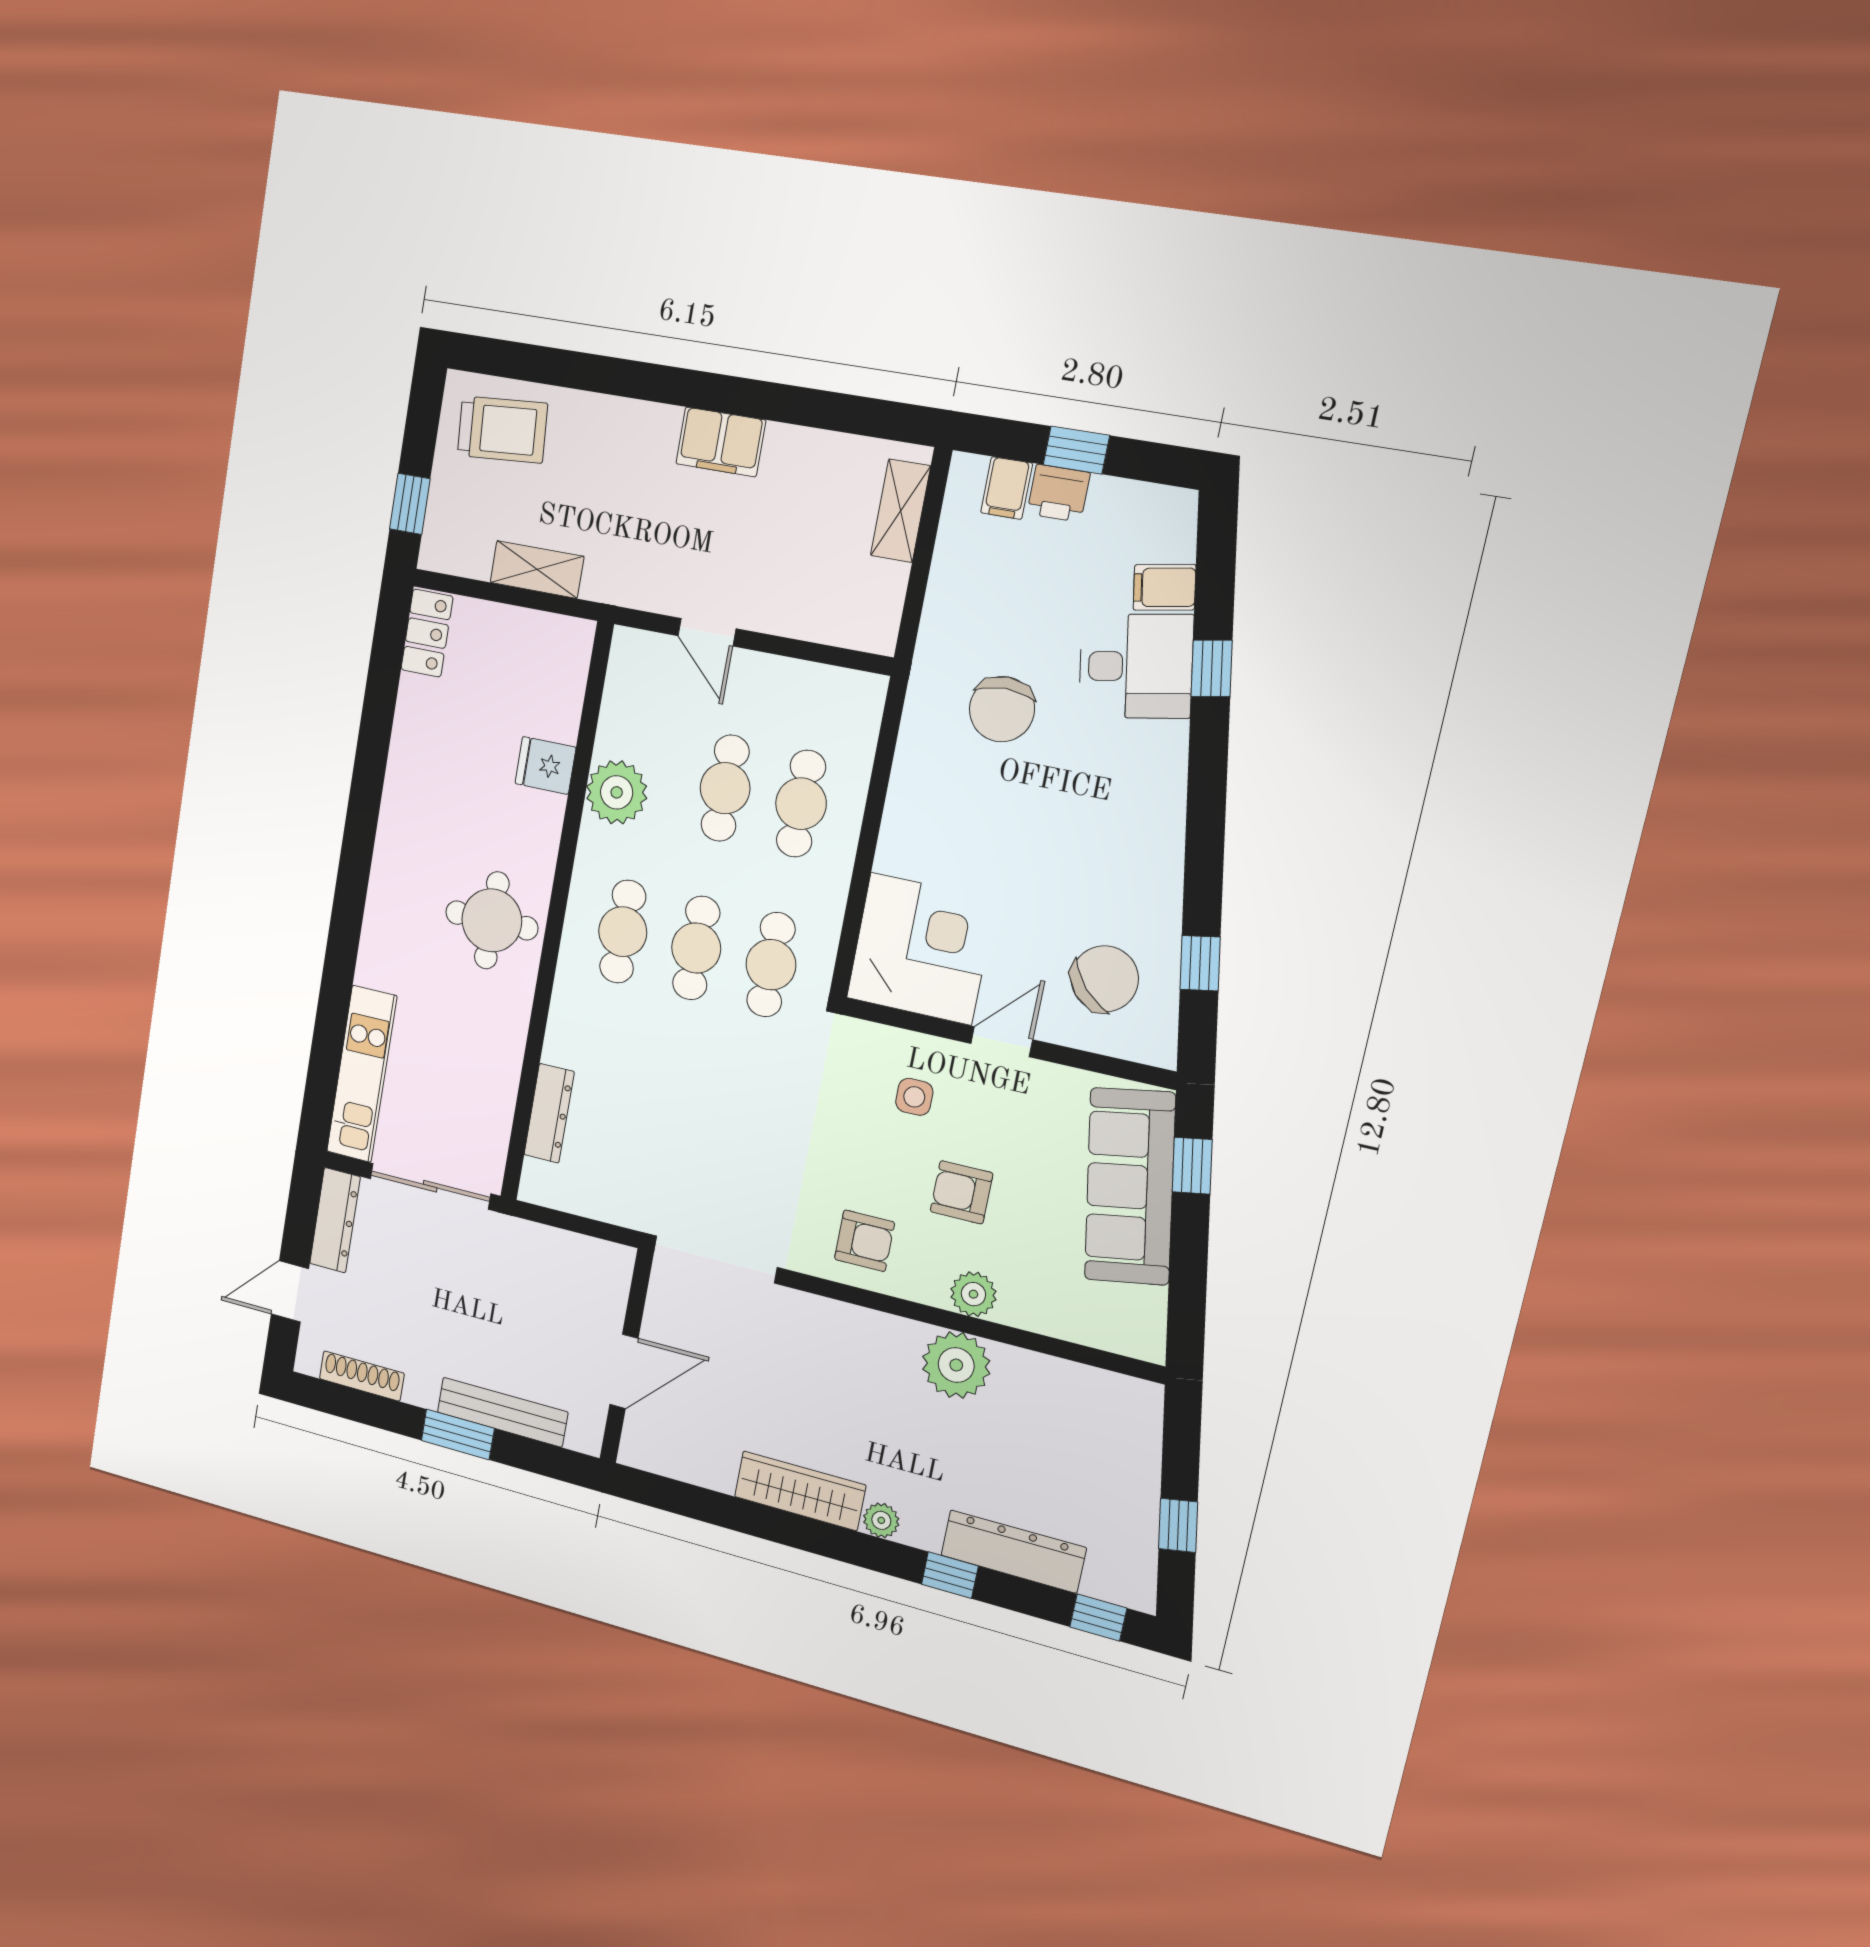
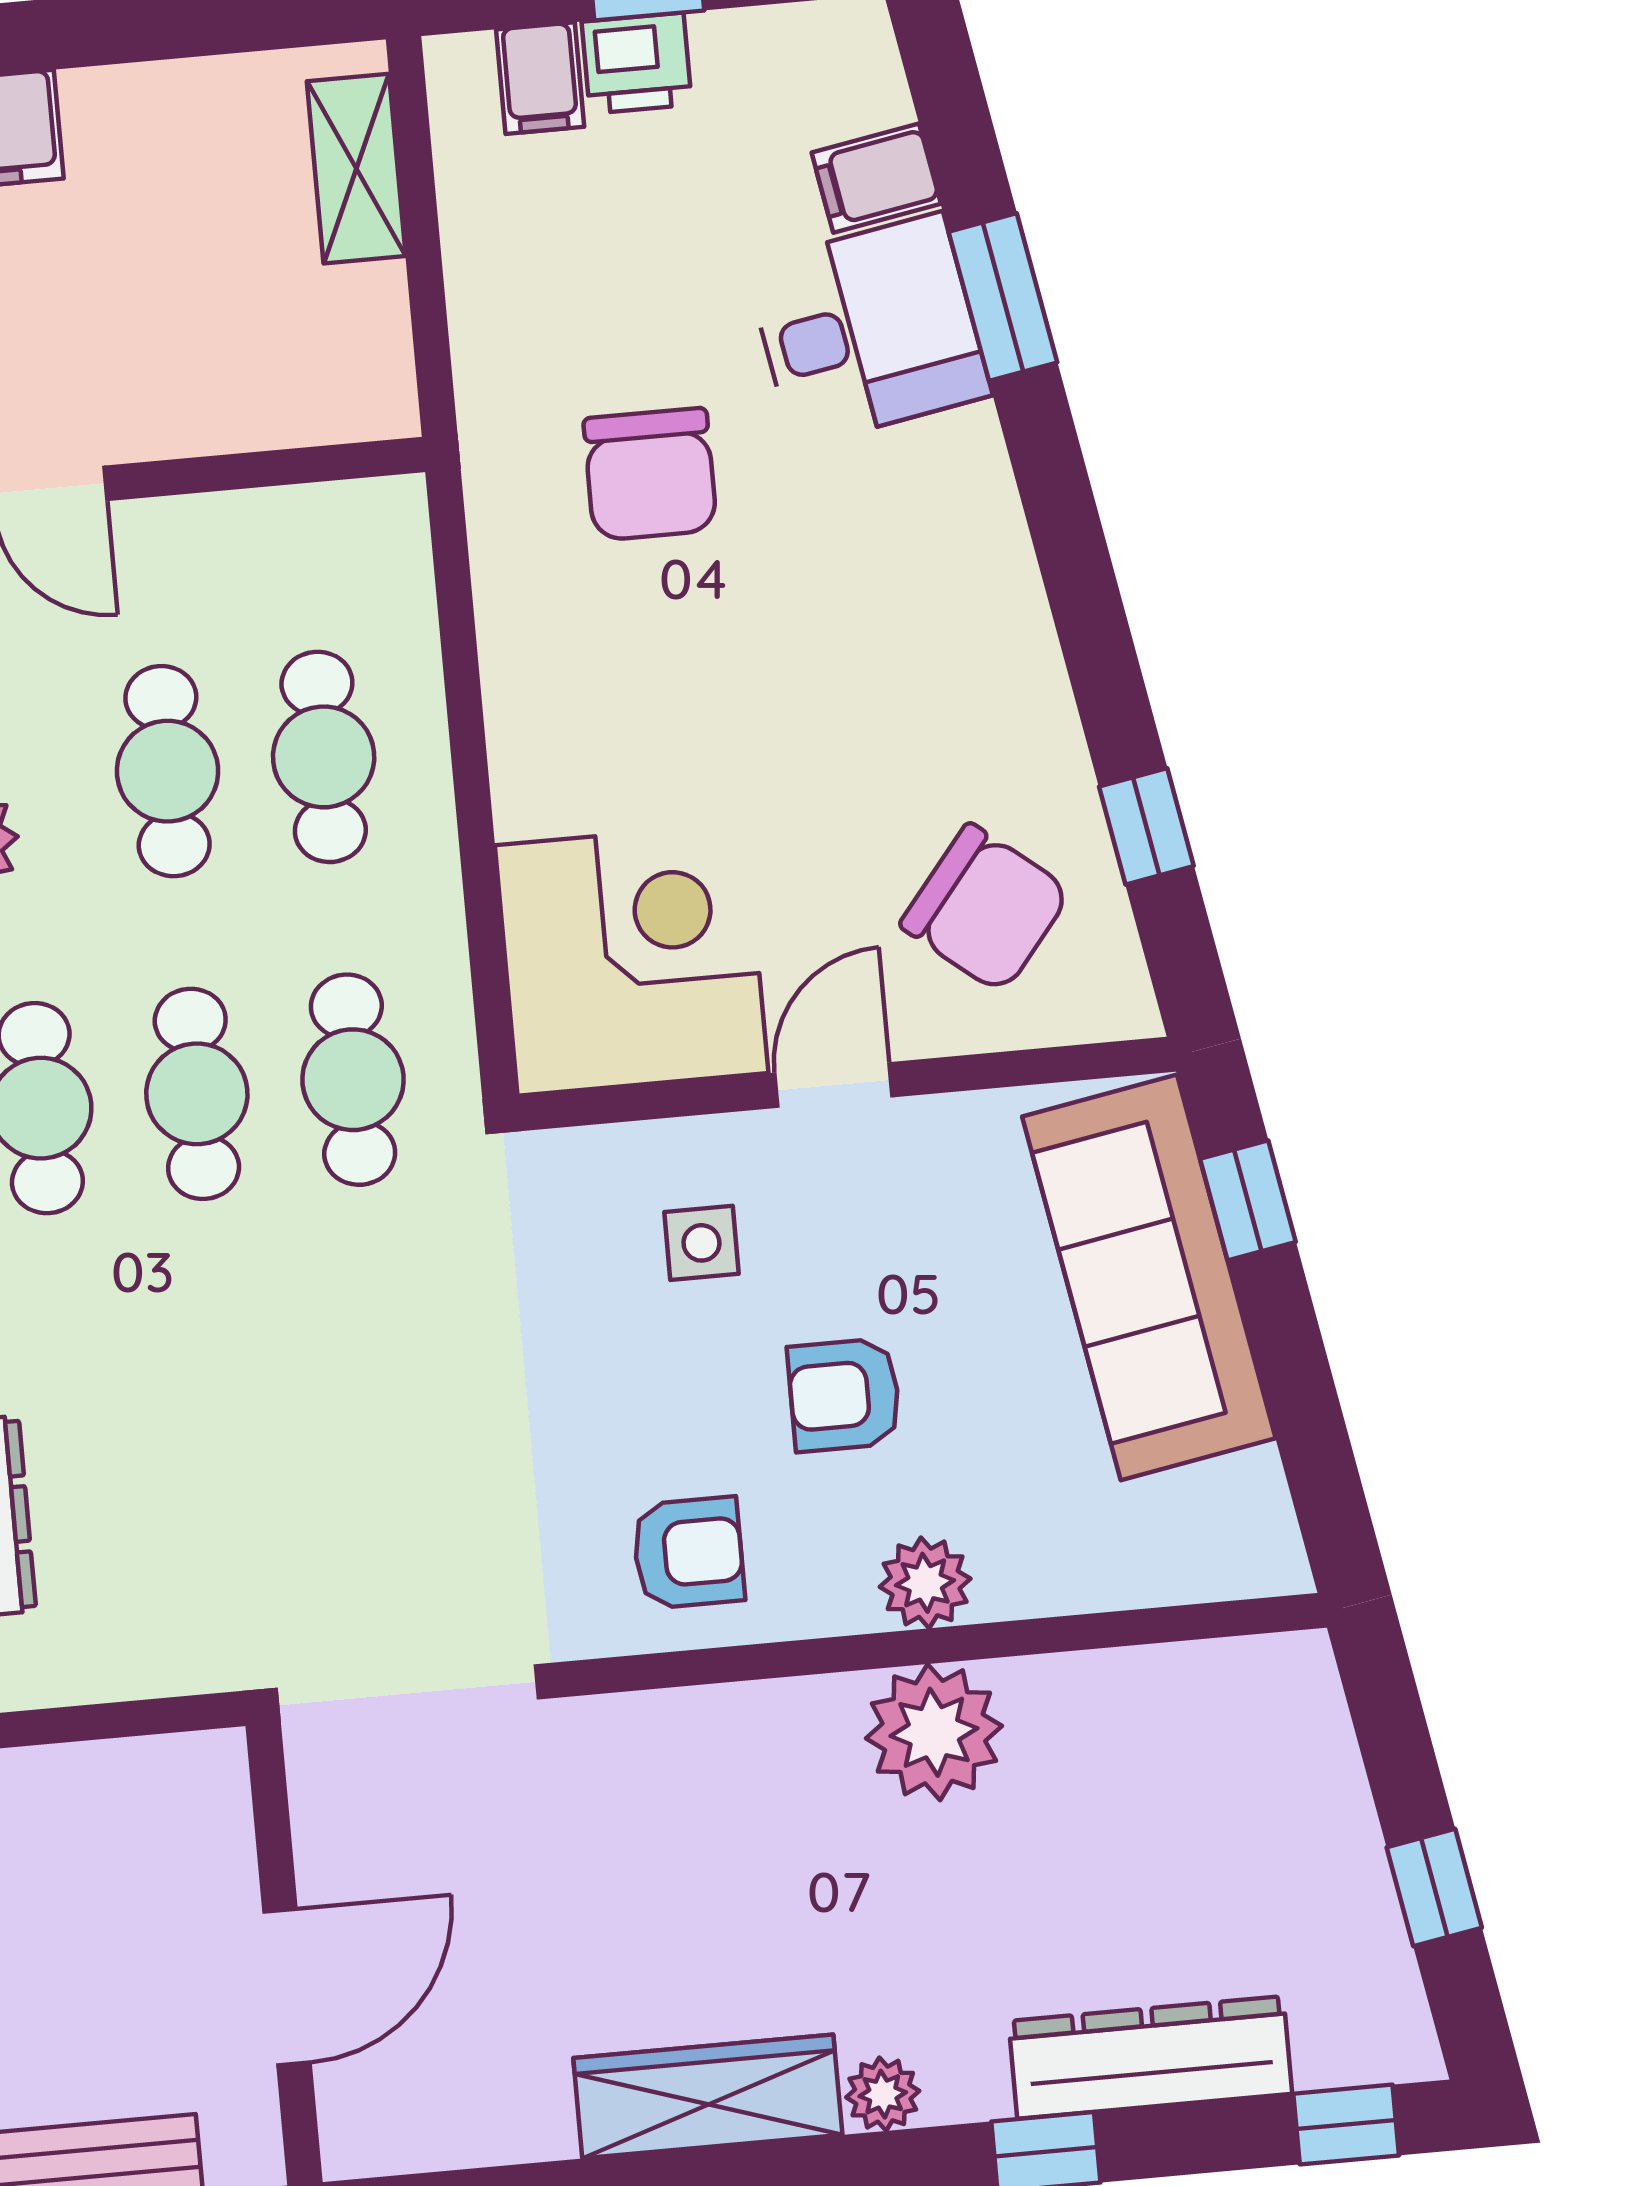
window: (1212, 668) -> (1003, 297), width x1.50
chair: (1105, 979) -> (986, 908), turned 81

